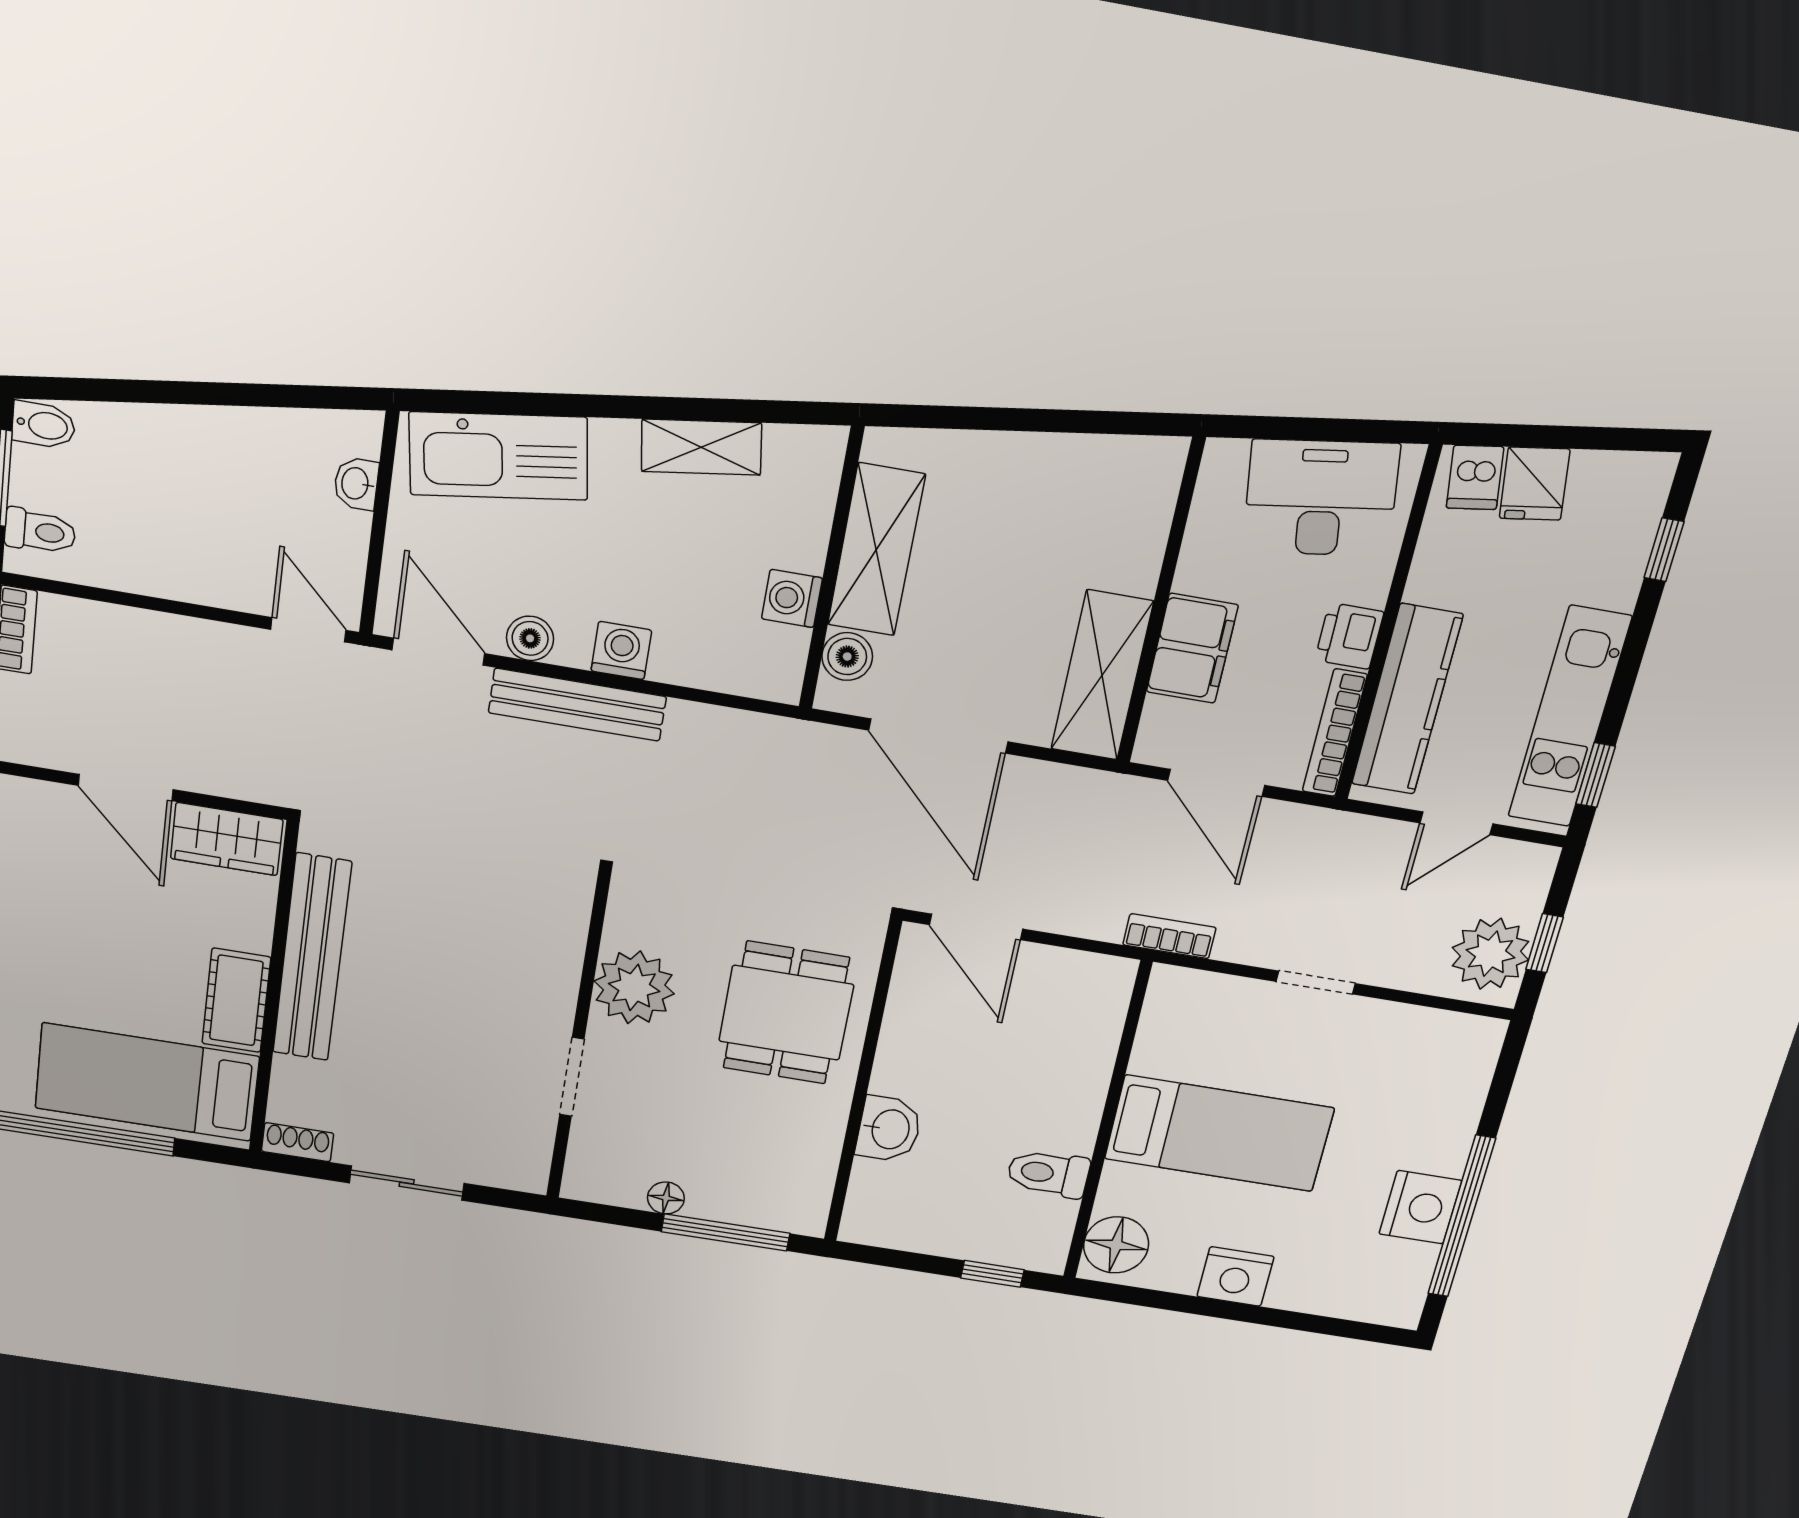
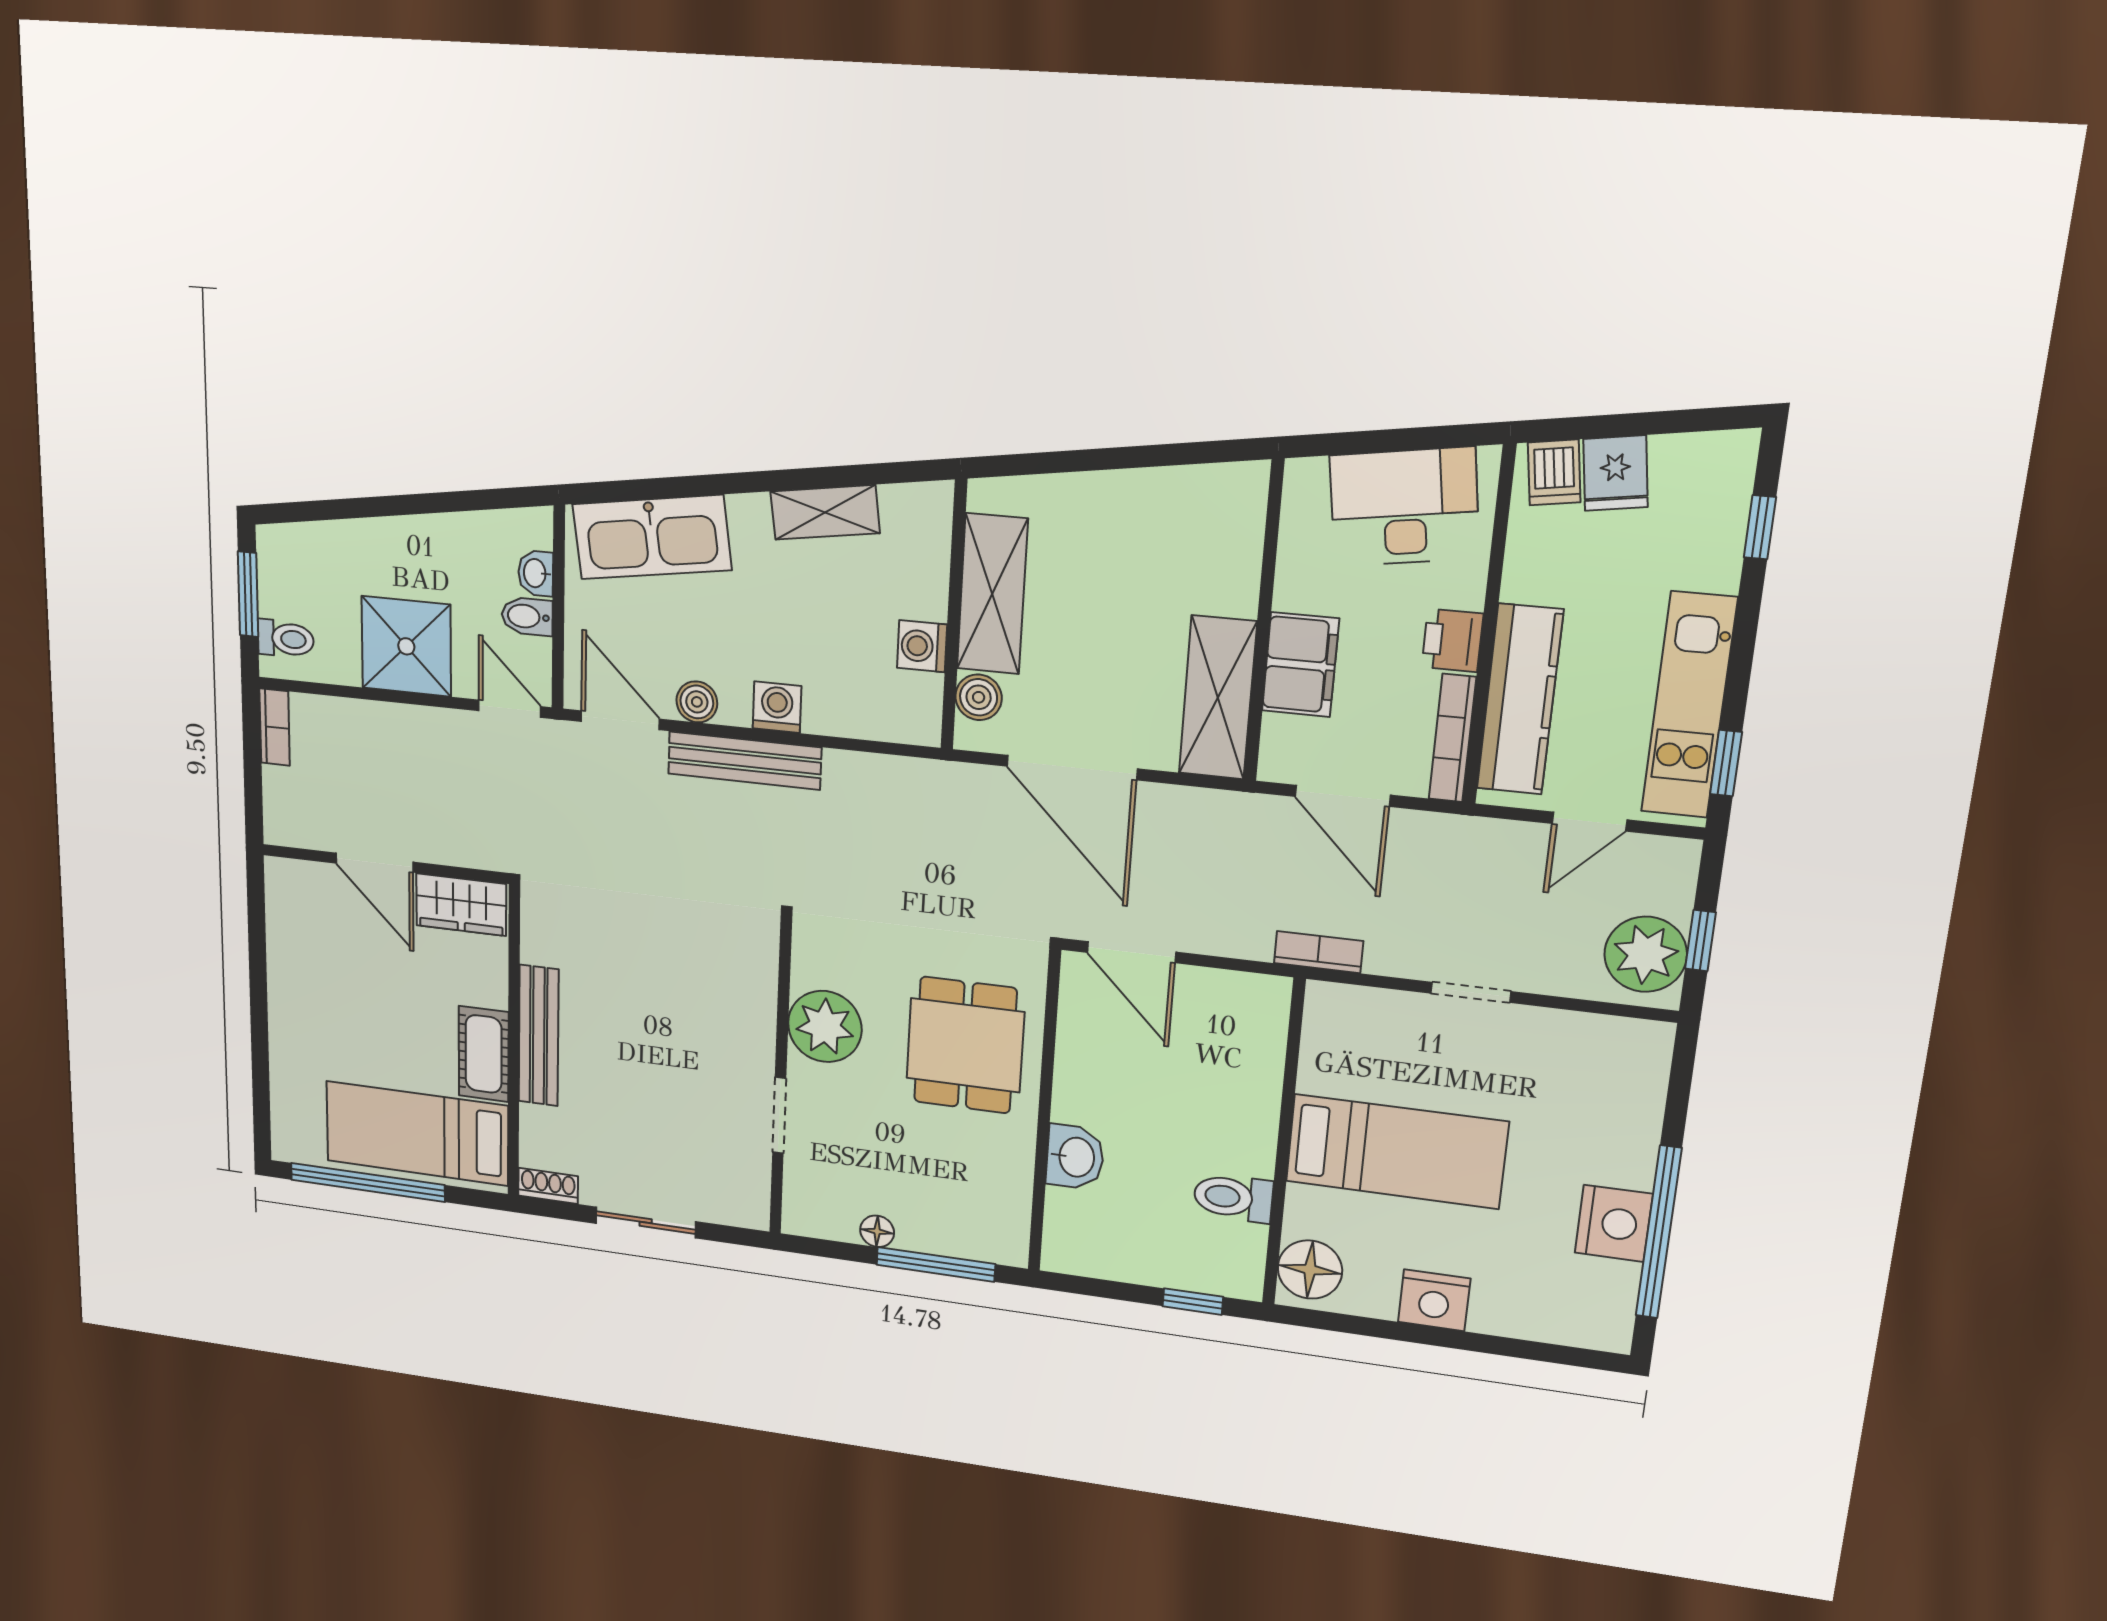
bidet: (44, 425) -> (527, 616), moved, turned 180
shower: (190, 552) -> (406, 646), added
bench: (312, 958) -> (539, 1036), width x0.73, depth x0.82

